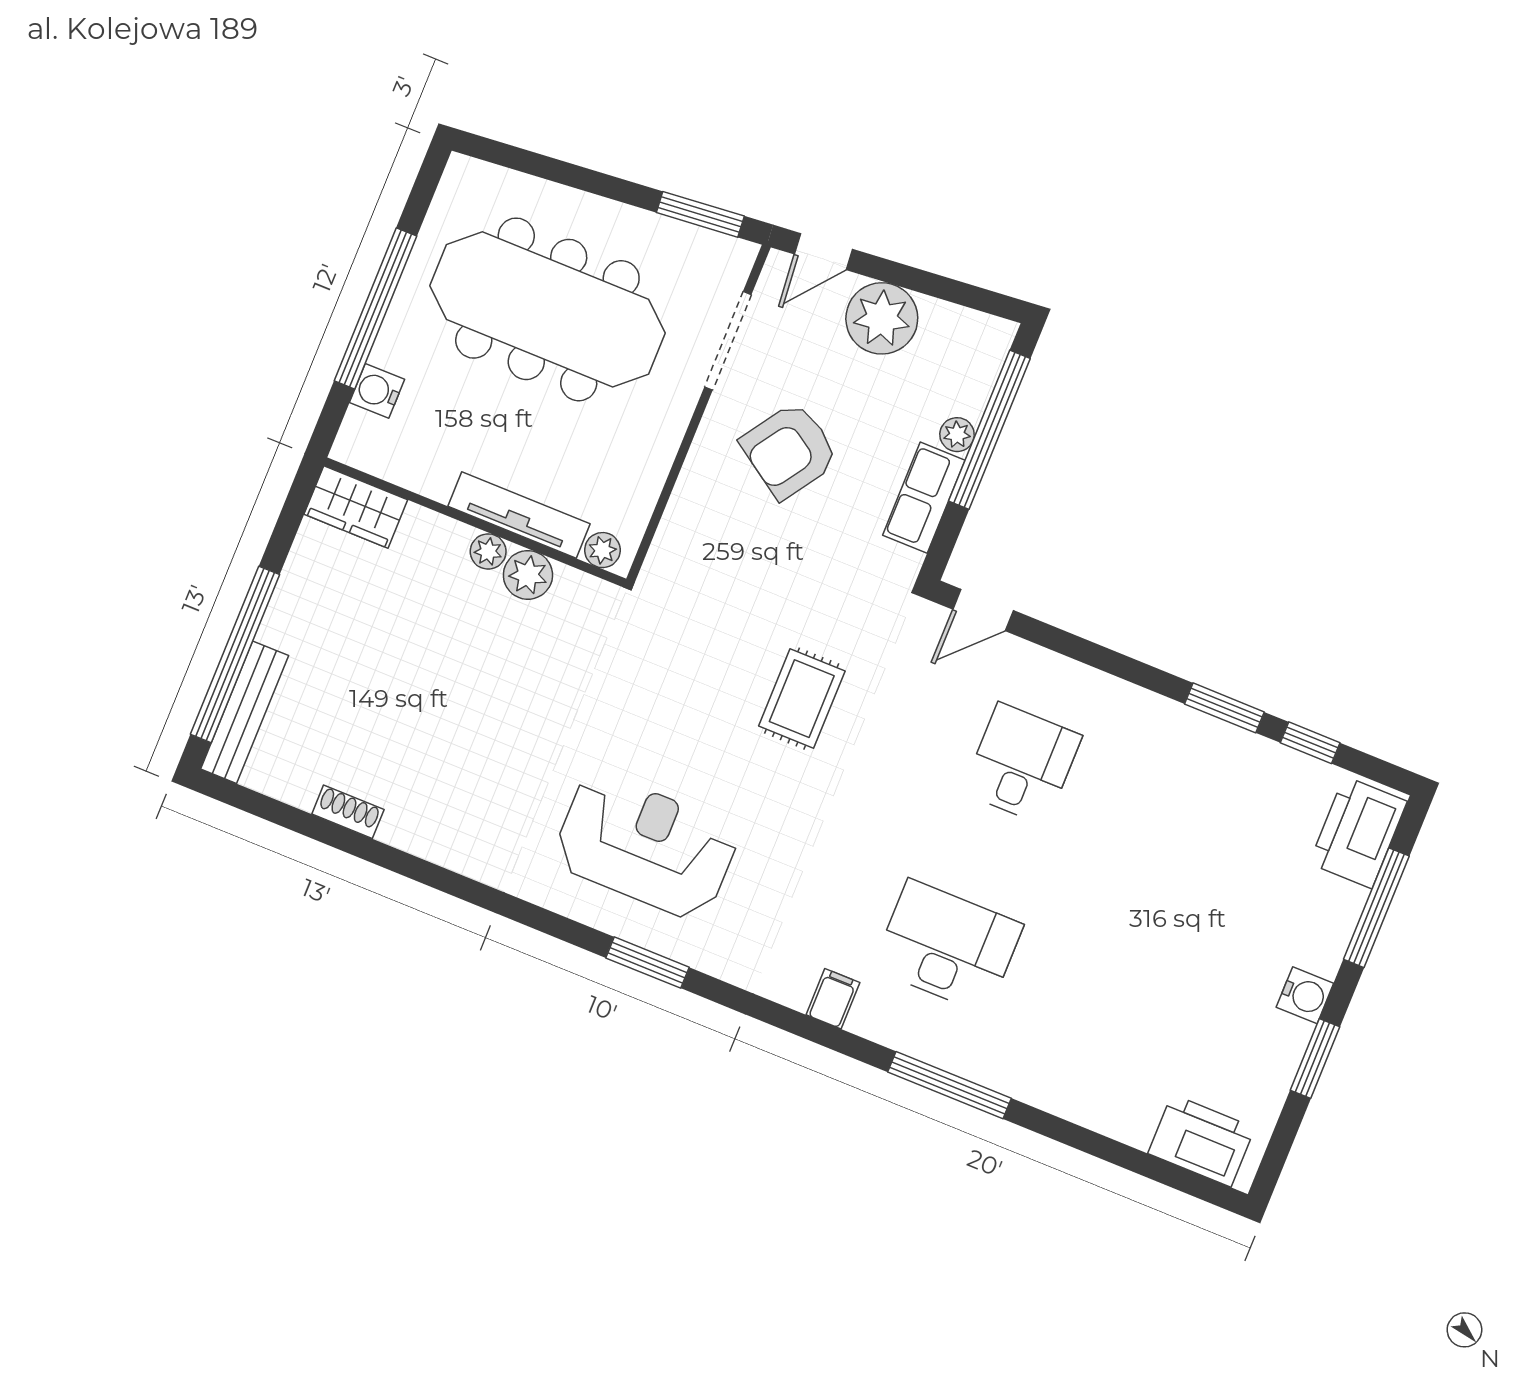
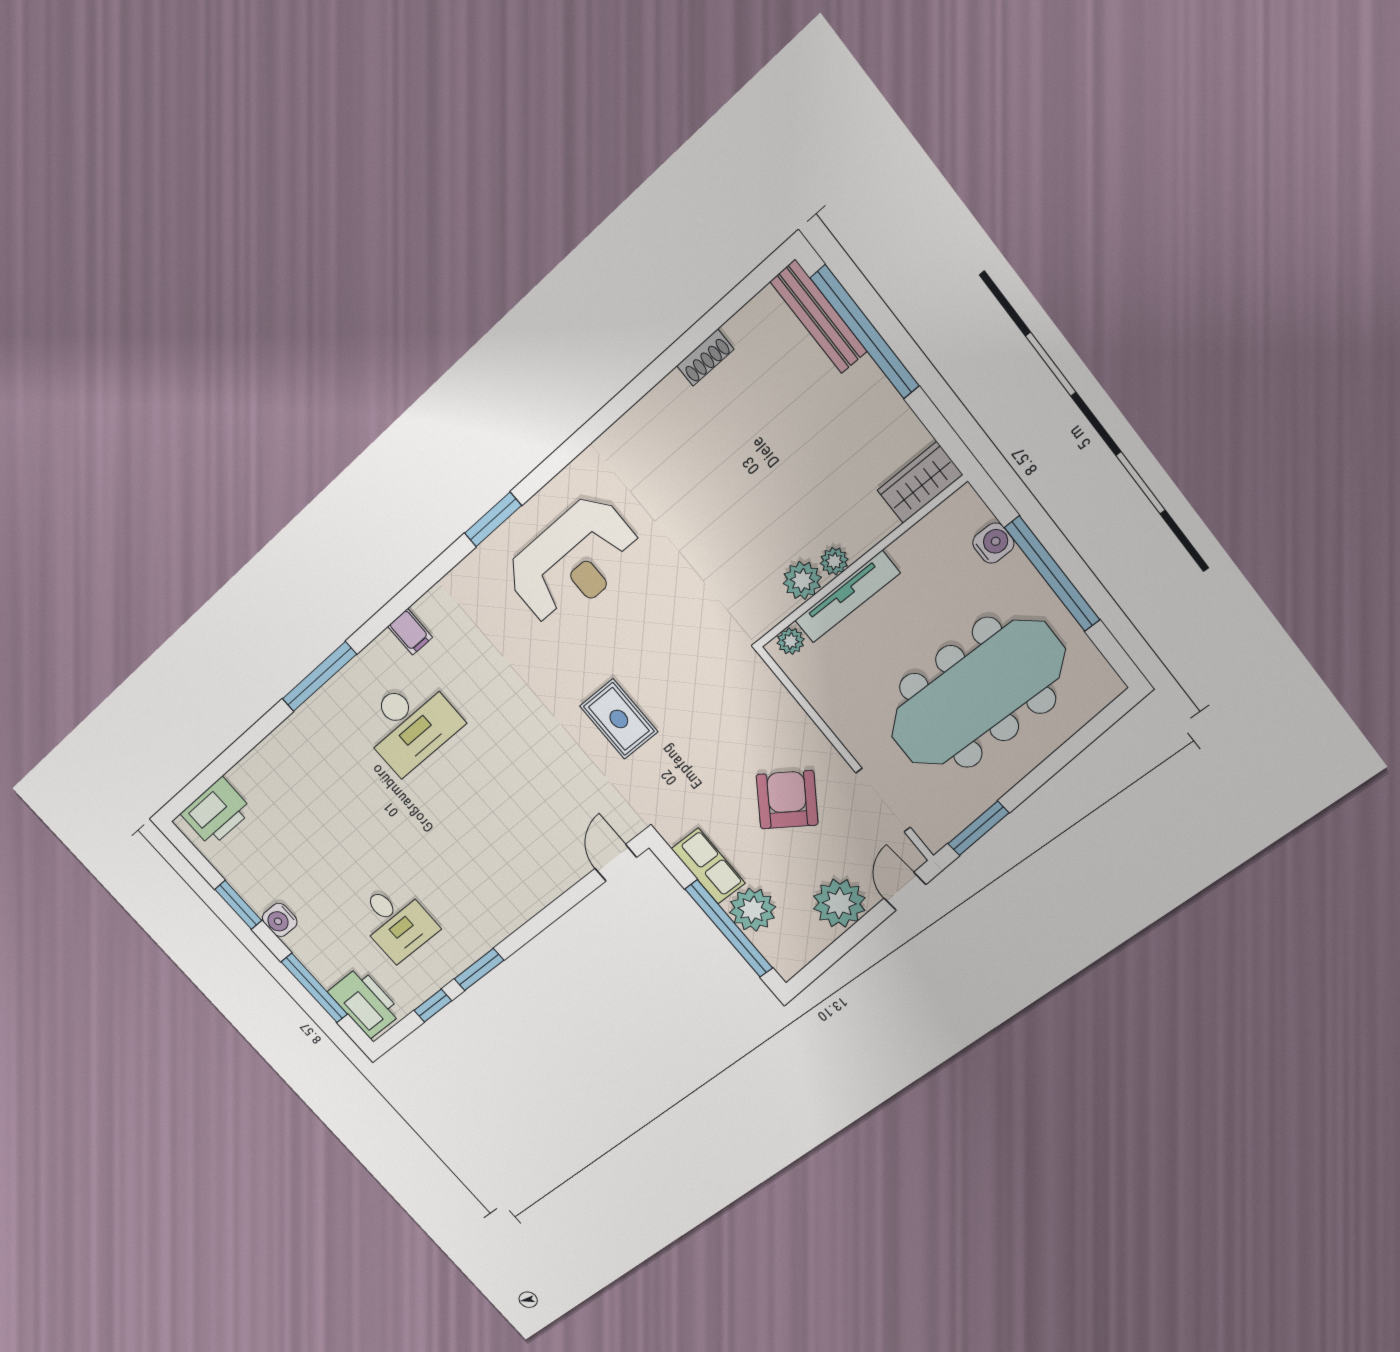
plant: (957, 435) -> (753, 910), width x1.88, depth x1.88
desk: (1022, 764) -> (396, 922), moved

